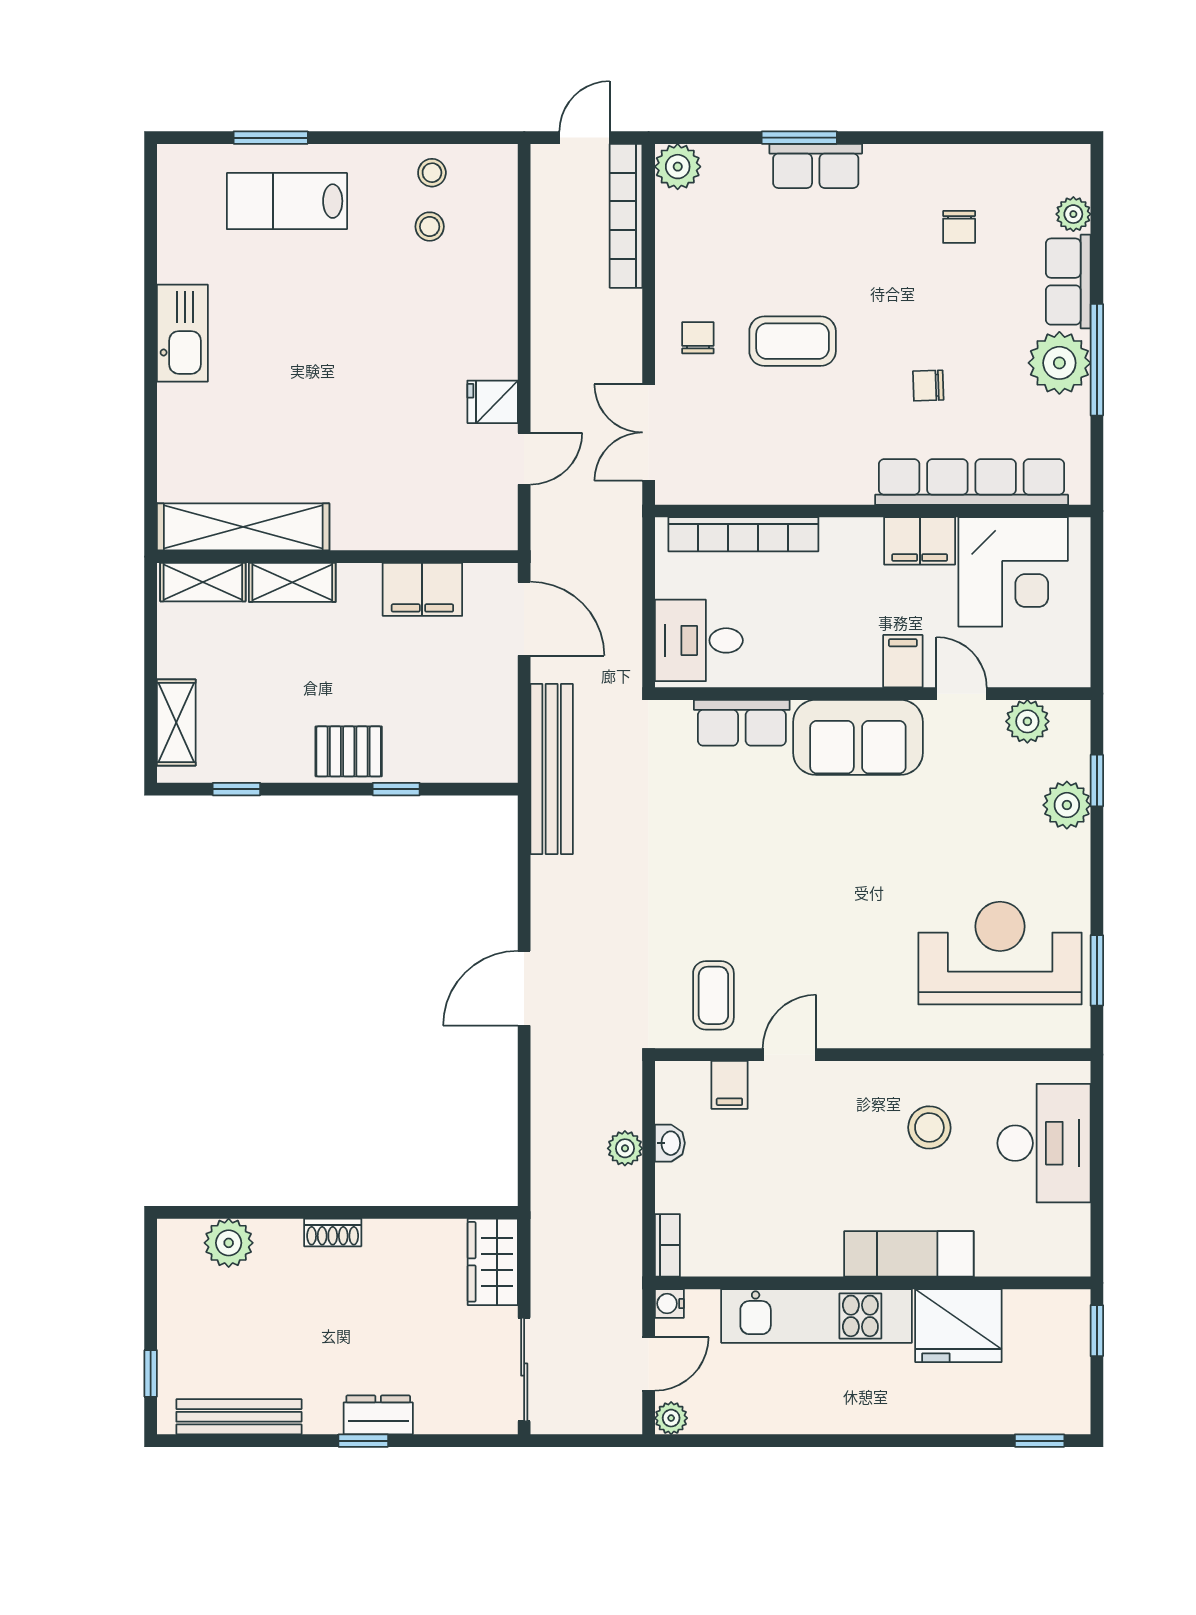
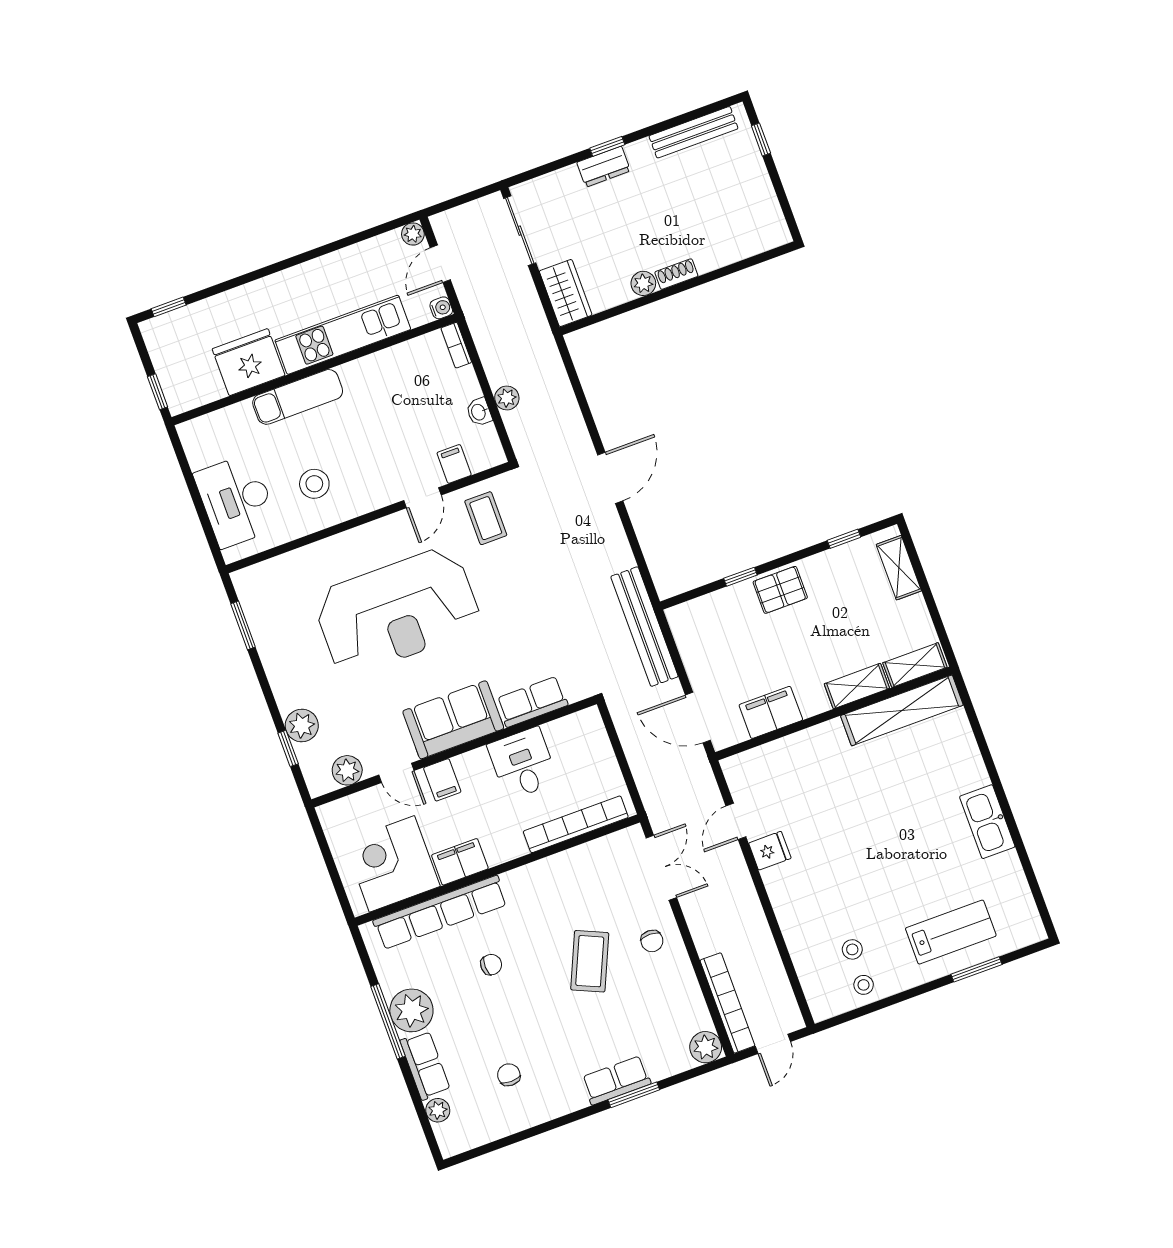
coffee table: (793, 341) -> (590, 961), turned -66
desk: (699, 640) -> (523, 763), moved, turned -90
reception desk: (1000, 953) -> (397, 611), moved, width x1.36, depth x1.30
plant: (229, 1243) -> (643, 283), moved, width x0.73, depth x0.73

